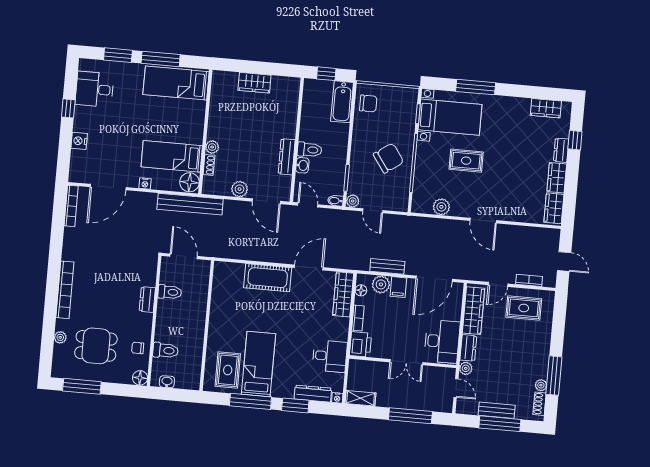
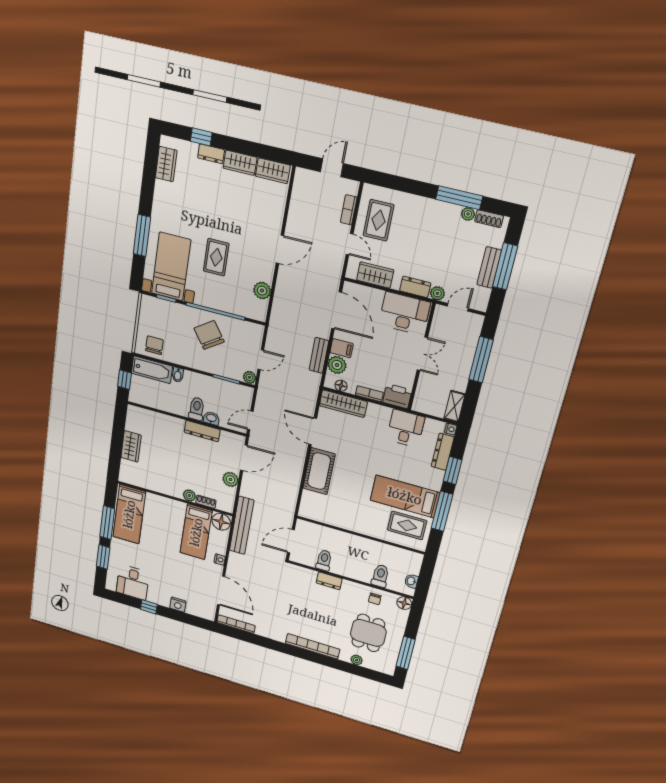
bidet: (335, 201) -> (178, 375), moved
wardrobe: (473, 311) -> (375, 275), width x0.67

